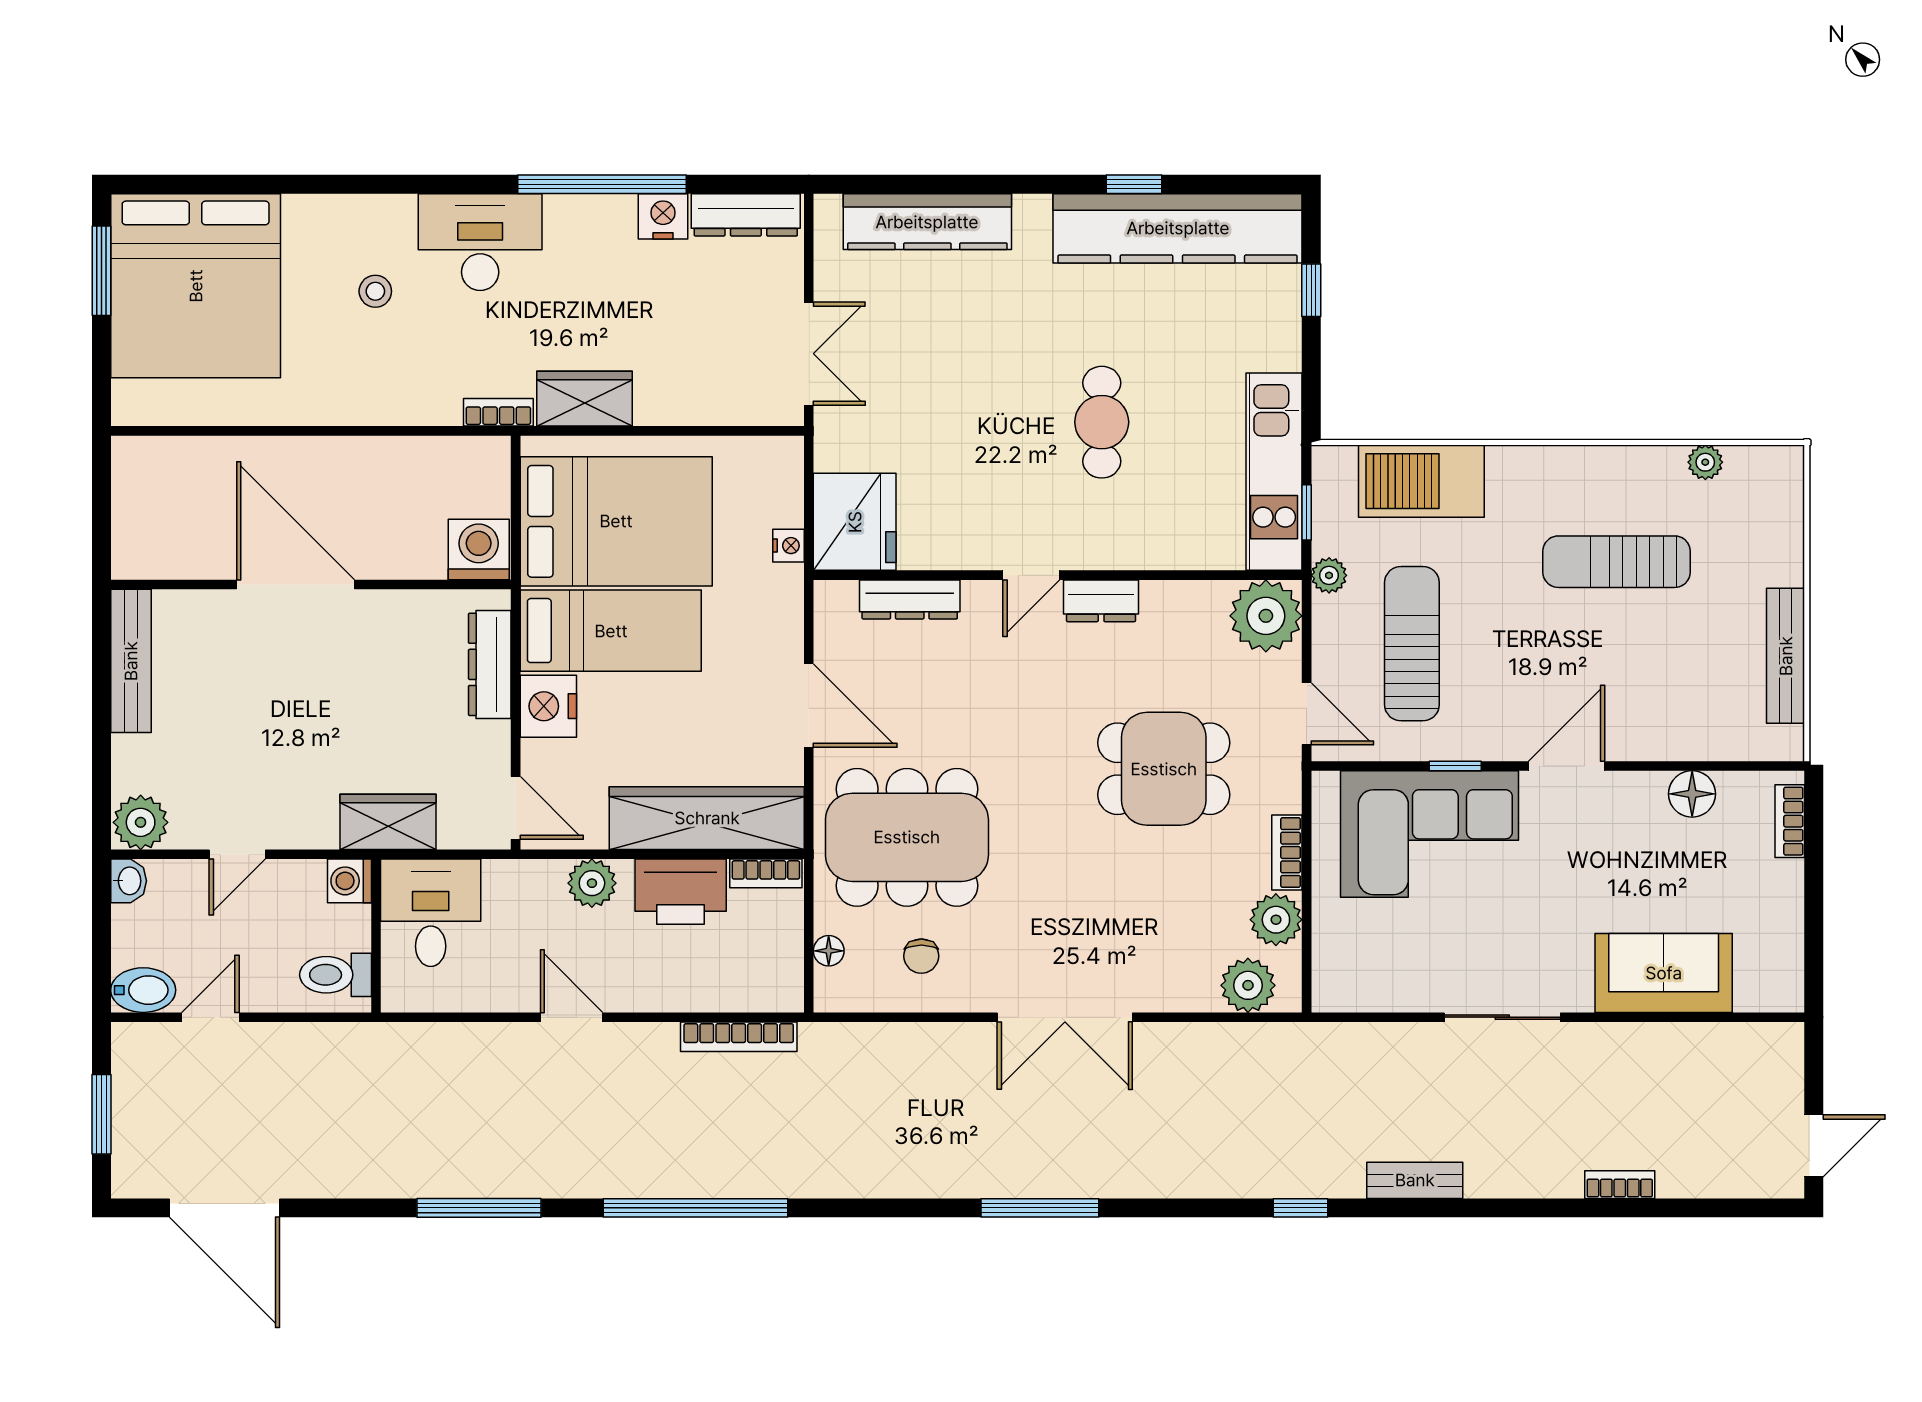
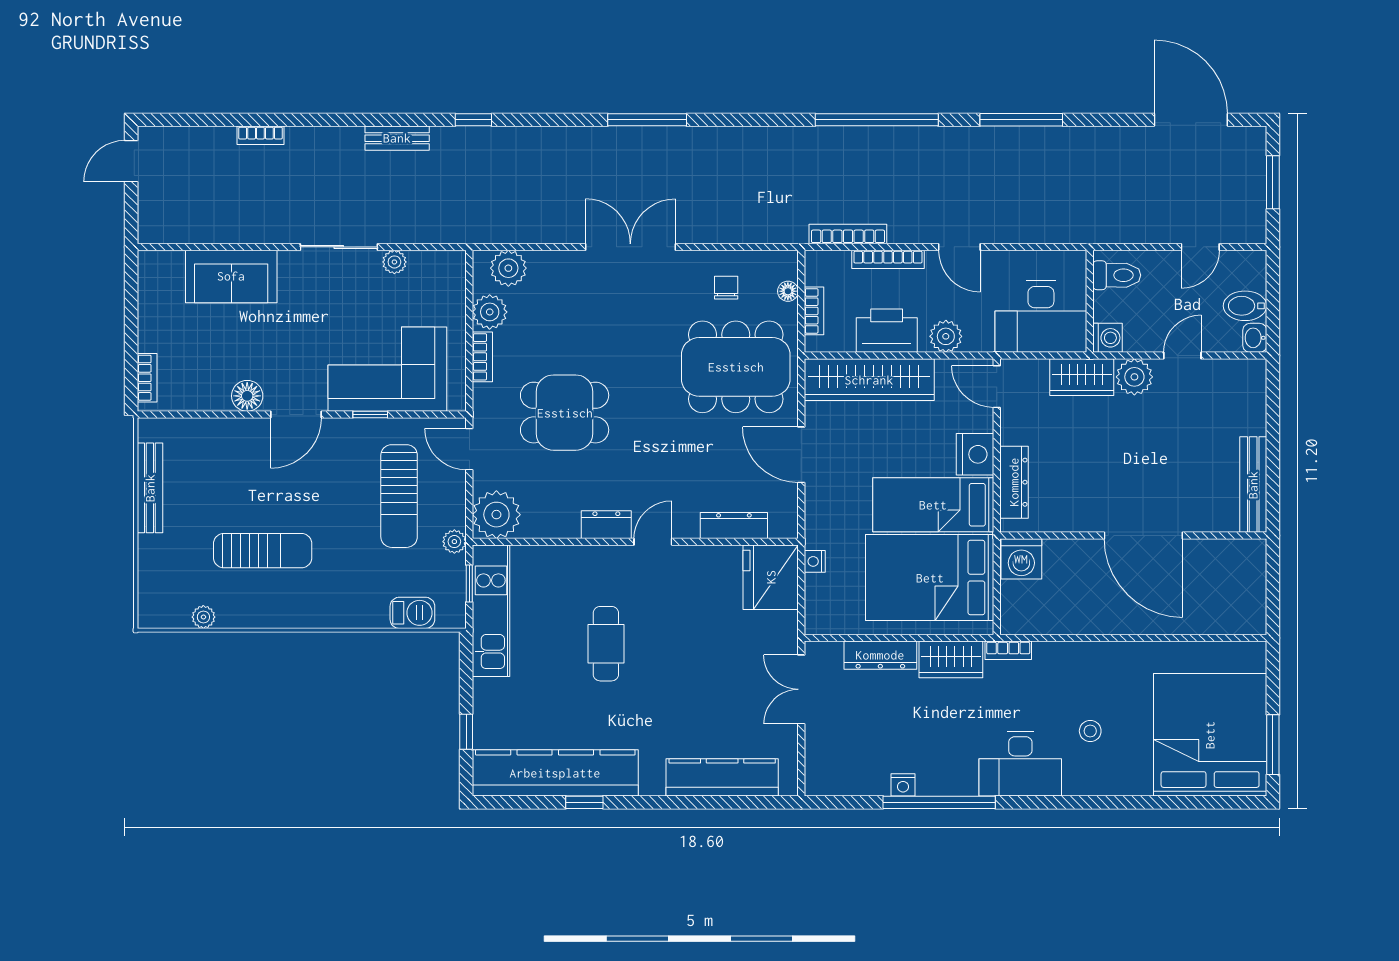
dresser: (746, 215) -> (880, 655), moved, turned 180
nightstand: (663, 216) -> (903, 785), width x0.72, depth x0.74
barbecue: (1421, 481) -> (412, 613), width x0.53, depth x0.65
floor lamp: (1692, 794) -> (247, 396), moved
plant: (141, 822) -> (1134, 377), moved
bookcase: (766, 873) -> (814, 311), moved, turned 90
desk: (431, 913) -> (1041, 317), width x1.37
bidet: (143, 990) -> (1245, 306), moved
plant: (1419, 995) -> (394, 262), added
bookcase: (679, 999) -> (888, 259), added

